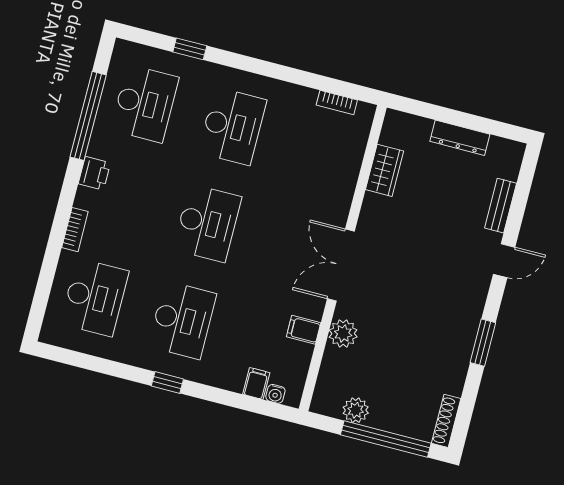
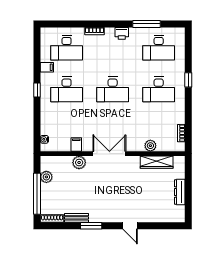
window: (190, 49) -> (188, 80), moved
window: (88, 116) -> (147, 24), width x0.68
wardrobe: (385, 170) -> (157, 162), width x1.50
plant: (346, 174) -> (150, 146), added
bench: (501, 206) -> (77, 218), moved
filing cabinet: (256, 383) -> (47, 67), moved

